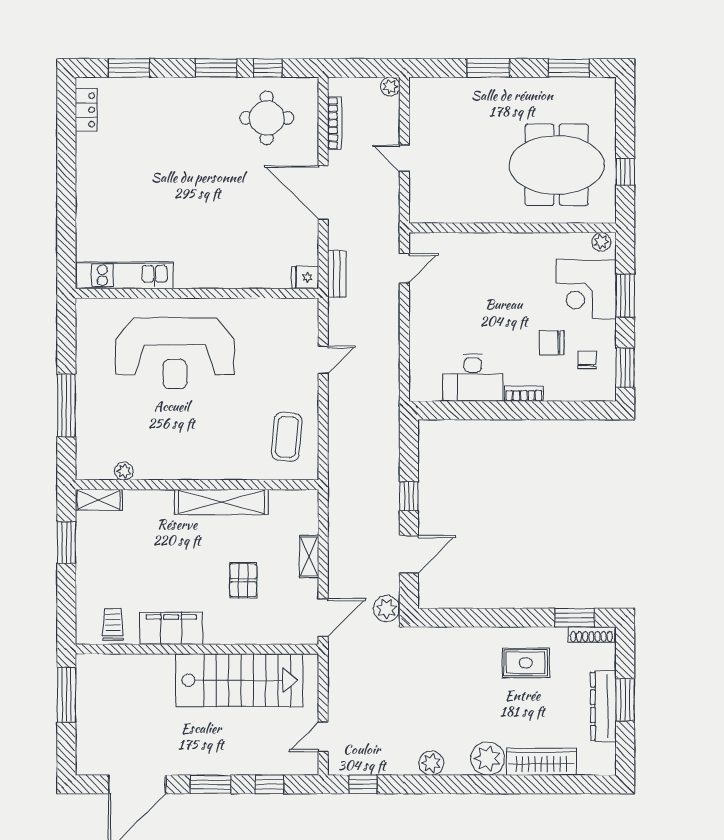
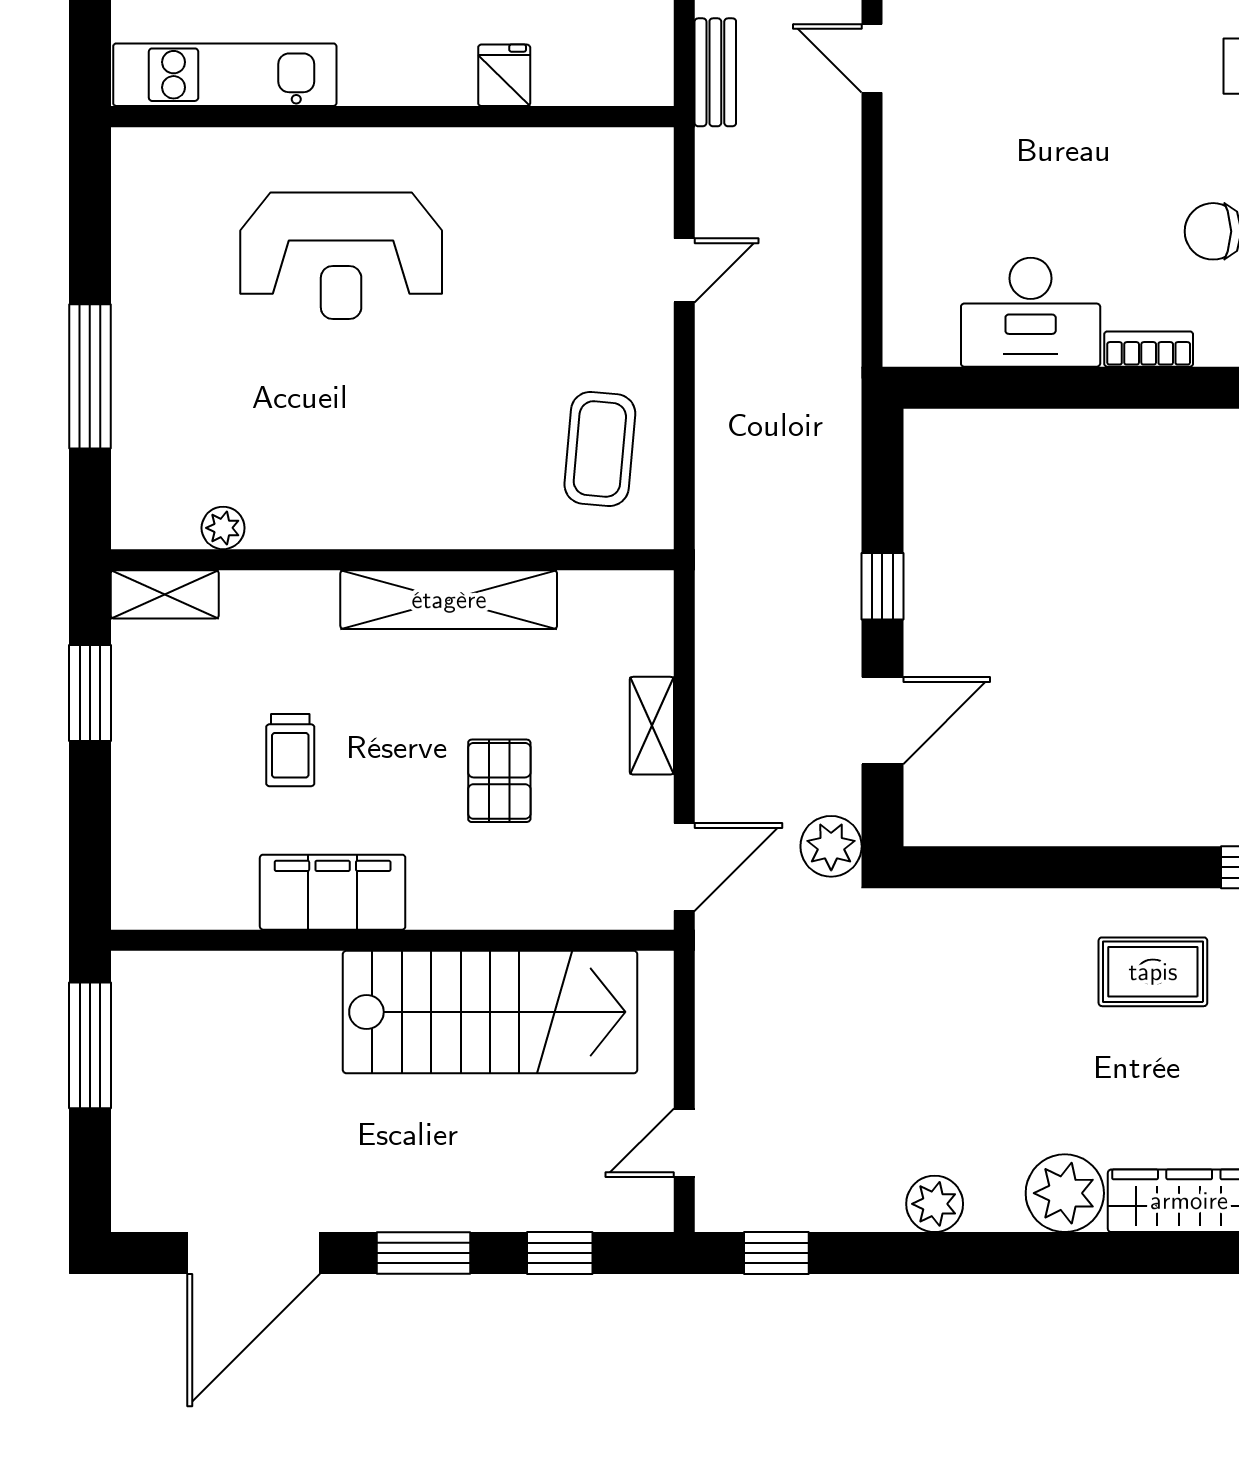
door: (404, 268) -> (872, 58), swing flipped
fridge: (305, 278) -> (504, 75), moved, turned 90
reception desk: (175, 353) -> (341, 256), width x0.74, depth x0.77
trolley: (113, 625) -> (290, 750), moved, turned 180

